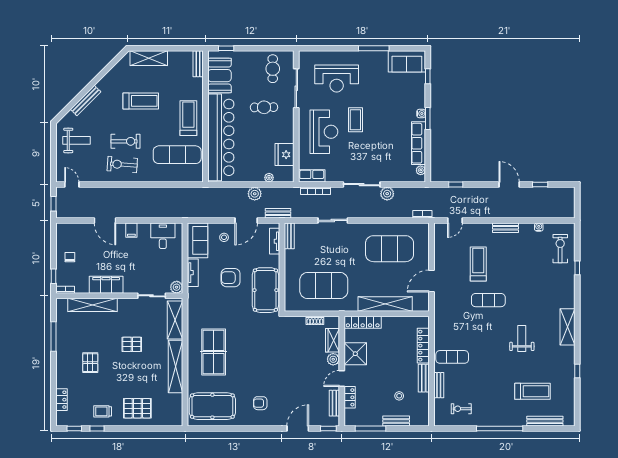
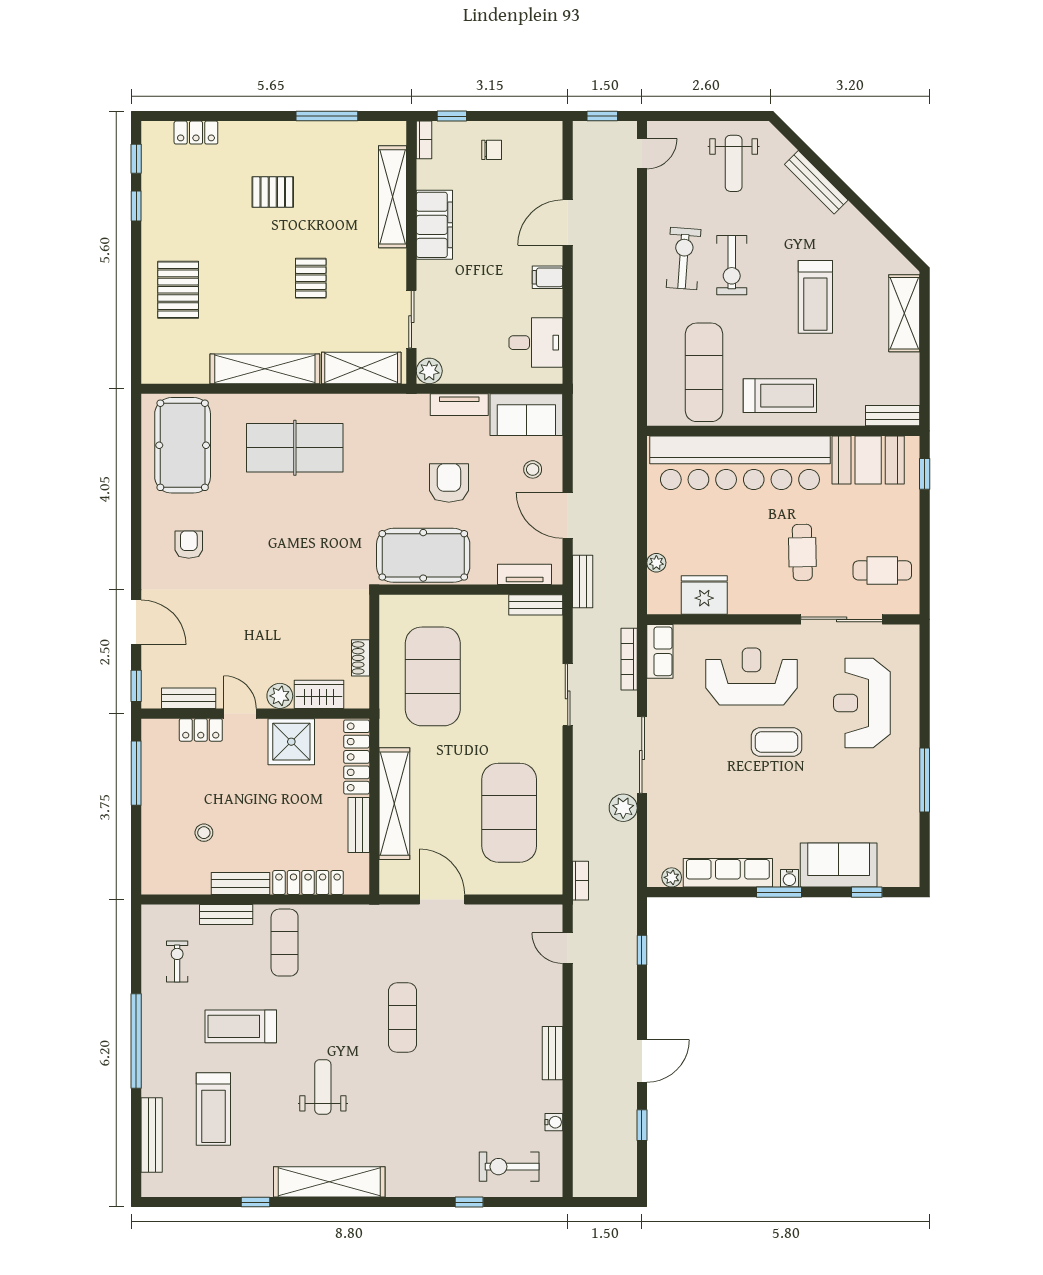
sofa: (407, 61) -> (839, 865), moved, turned 90
reception desk: (324, 132) -> (752, 676), turned 180
plant: (255, 194) -> (623, 533), removed
exercise bike: (560, 249) -> (509, 1167), turned 180
treadmill: (478, 264) -> (241, 1026), moved, turned 180
shelving: (568, 327) -> (329, 1182), width x1.47
weight bench: (522, 338) -> (323, 1087), turned -90
trolley: (103, 411) -> (172, 218), removed
bench: (396, 421) -> (359, 825), moved

